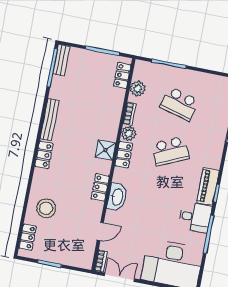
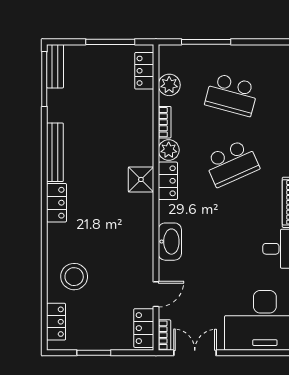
locker: (100, 187) -> (144, 328), moved

